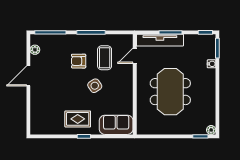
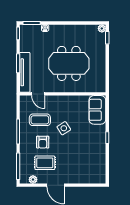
rug: (78, 119) -> (45, 163), moved, turned 90

